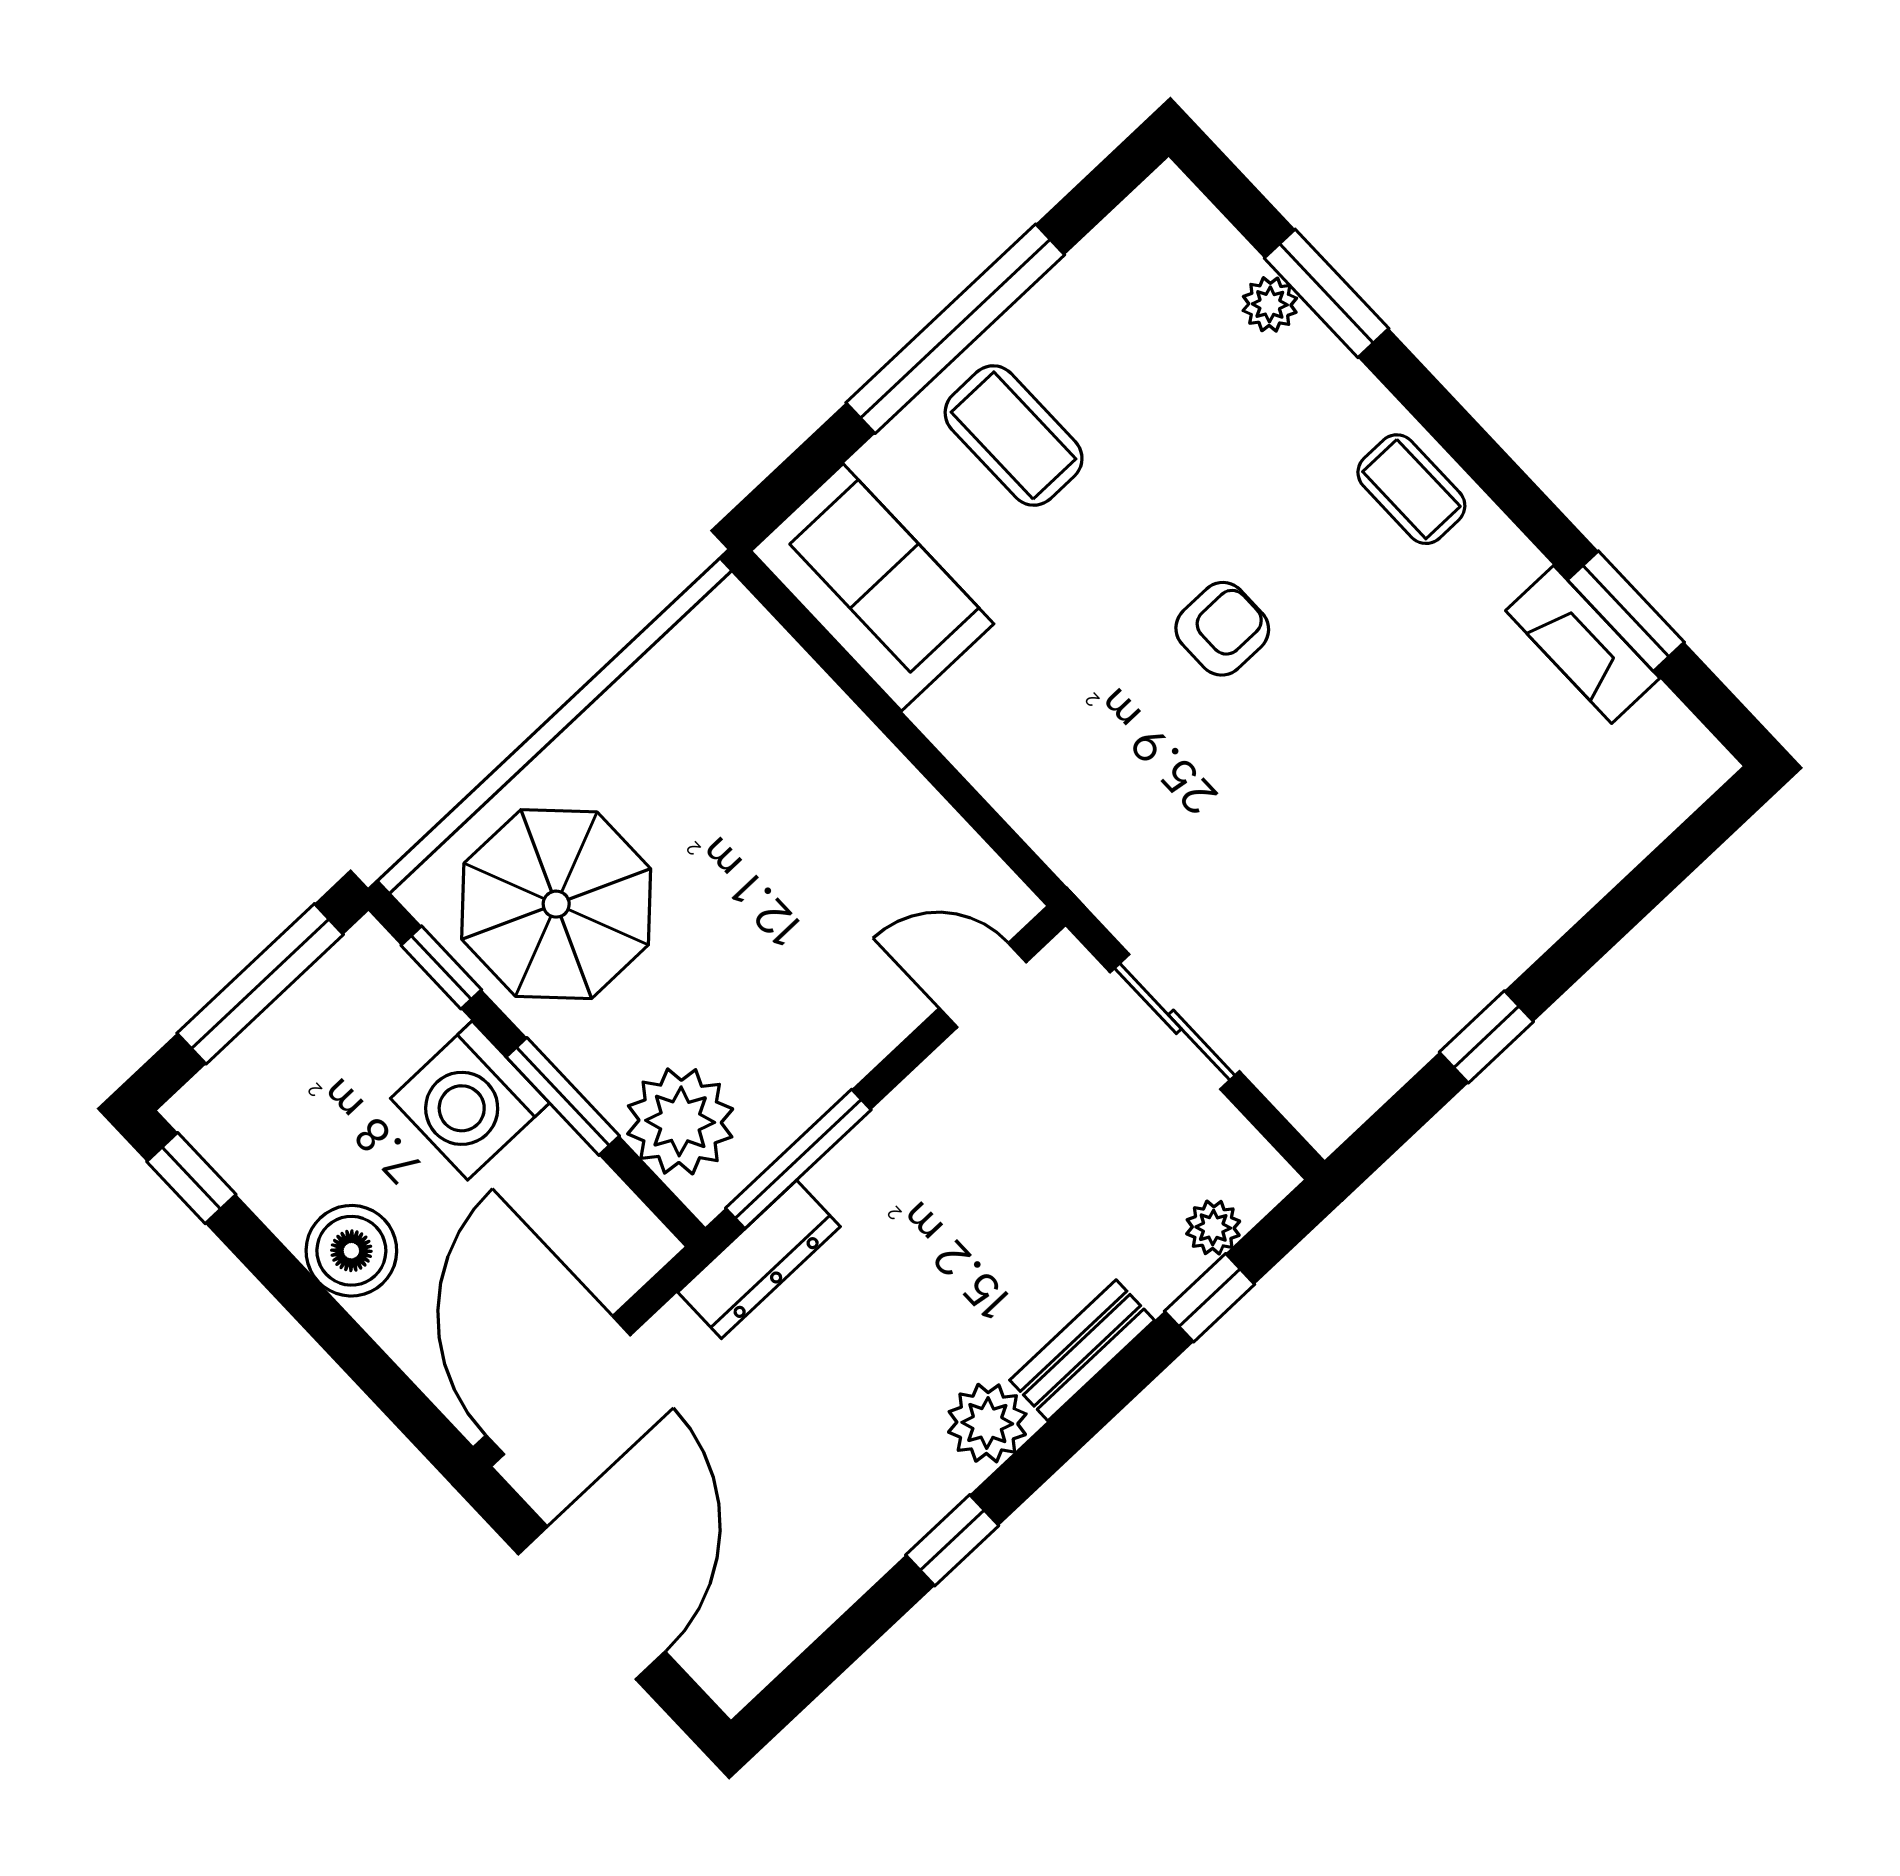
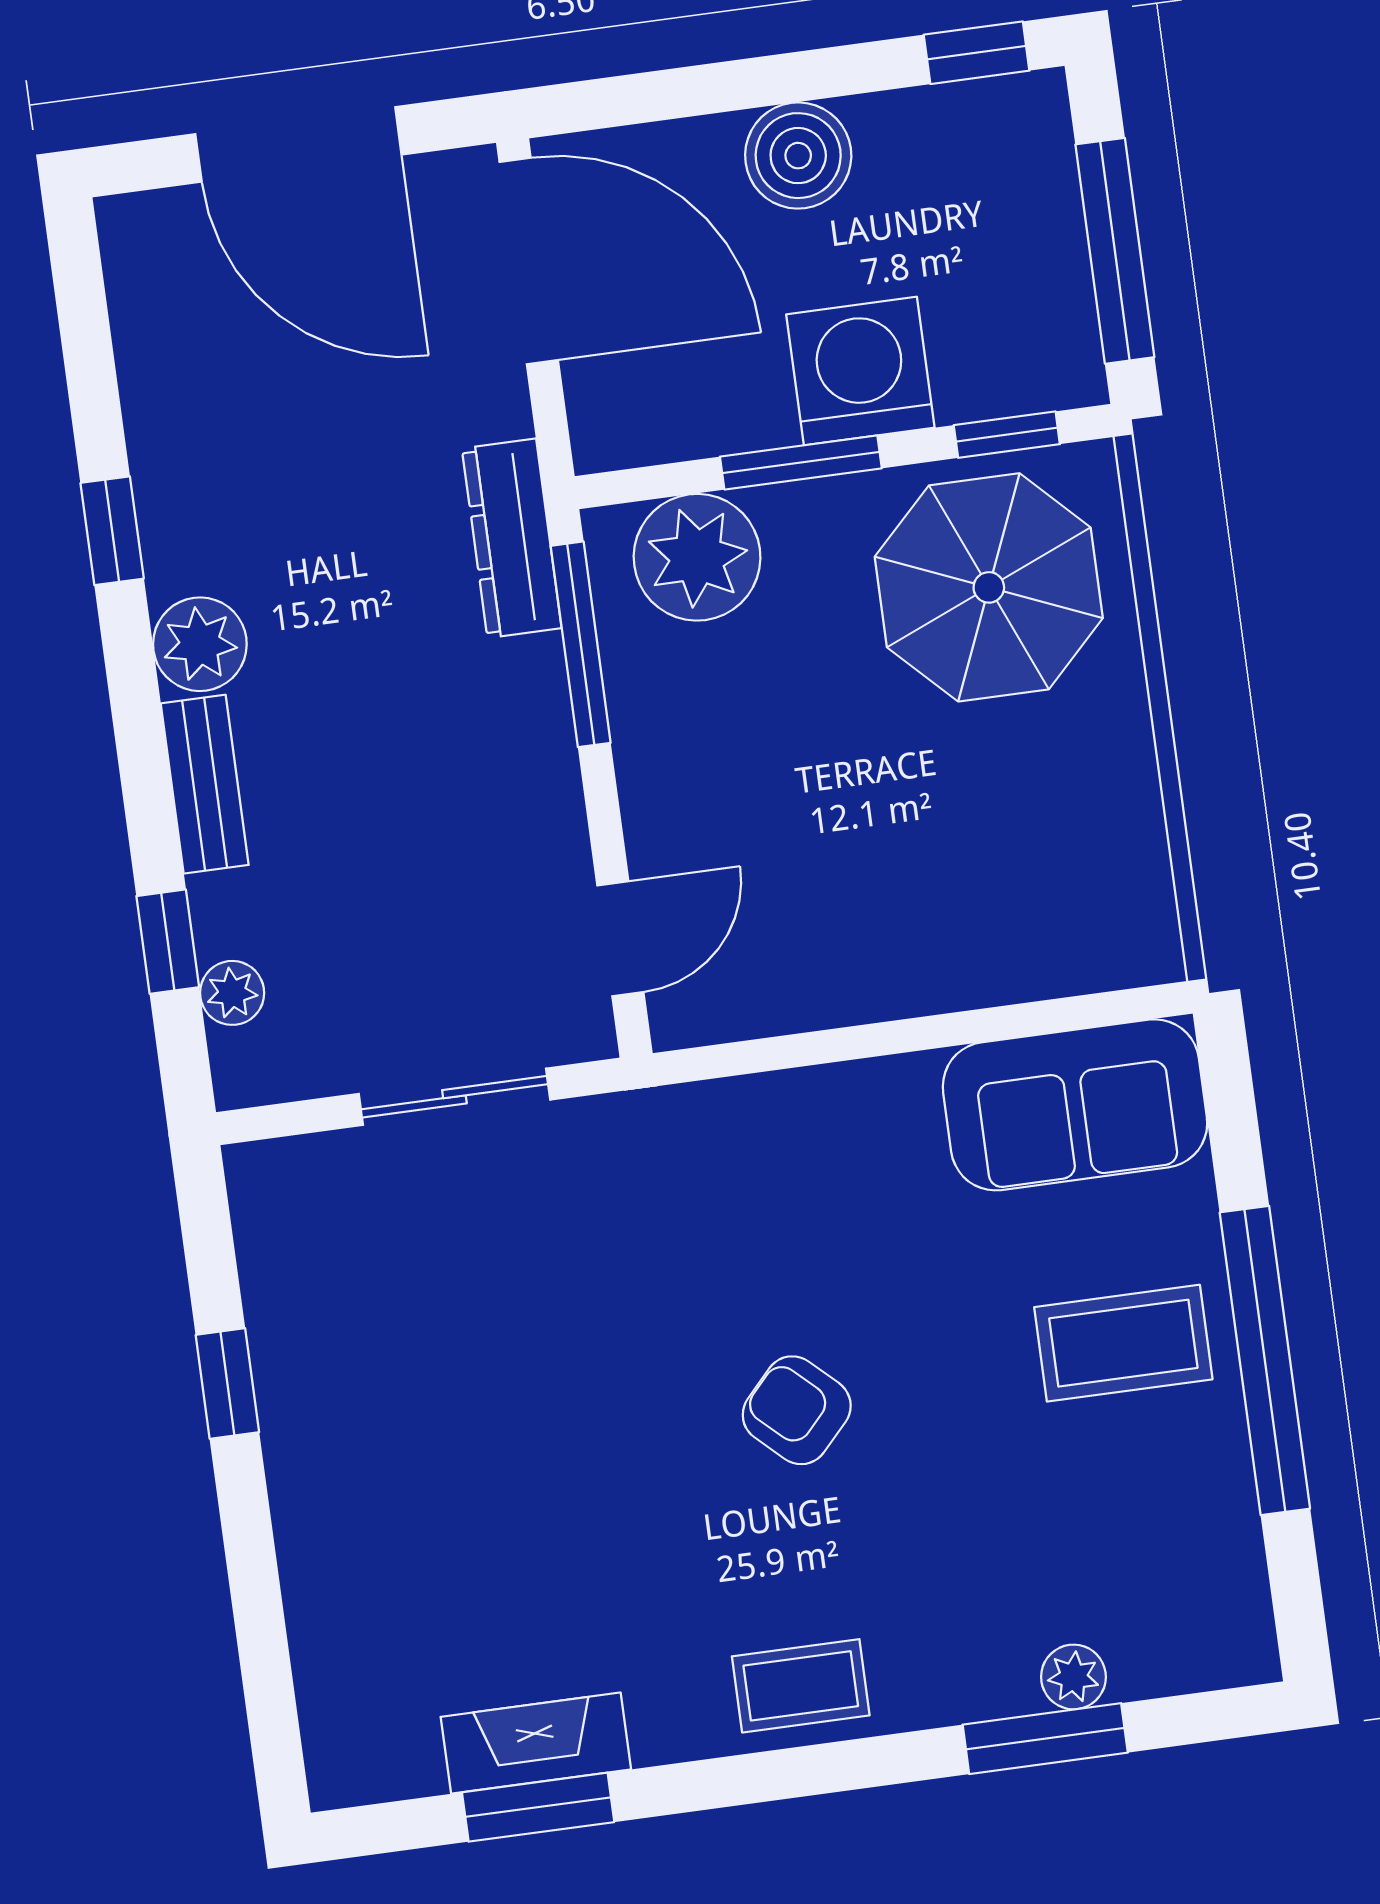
armchair: (1222, 629) -> (797, 1410), turned 133

